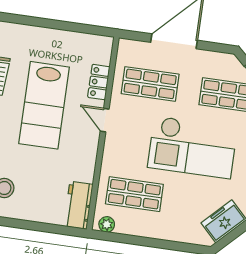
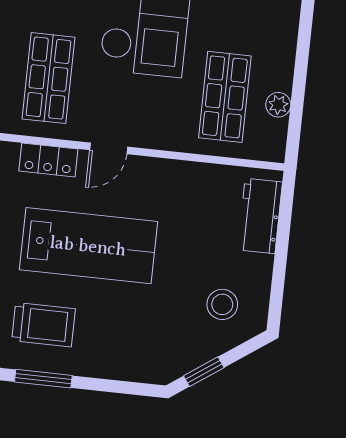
workbench: (78, 205) -> (260, 216), moved, turned 90
plant: (107, 224) -> (278, 105), moved

